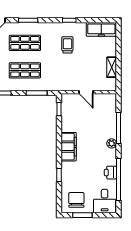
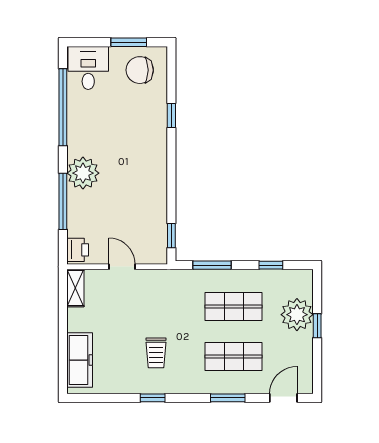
freezer: (101, 29) -> (80, 360), moved, turned 90
shelving: (112, 67) -> (75, 288), moved
plant: (112, 143) -> (83, 173), width x1.87, depth x1.87
filing cabinet: (69, 147) -> (154, 167), removed
printer: (110, 173) -> (78, 250), moved
chair: (76, 200) -> (140, 70), turned 90

